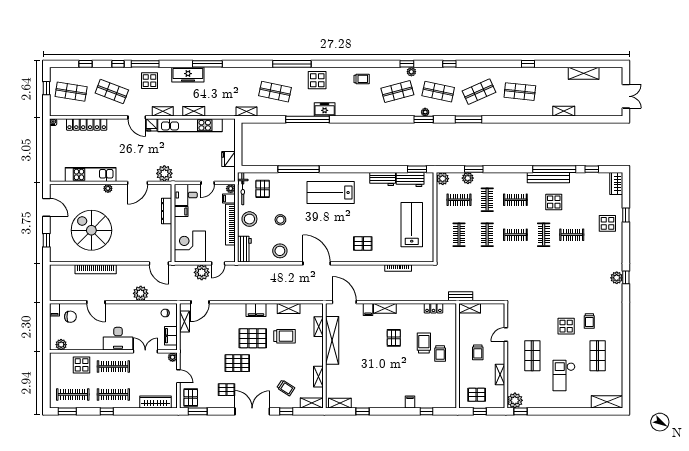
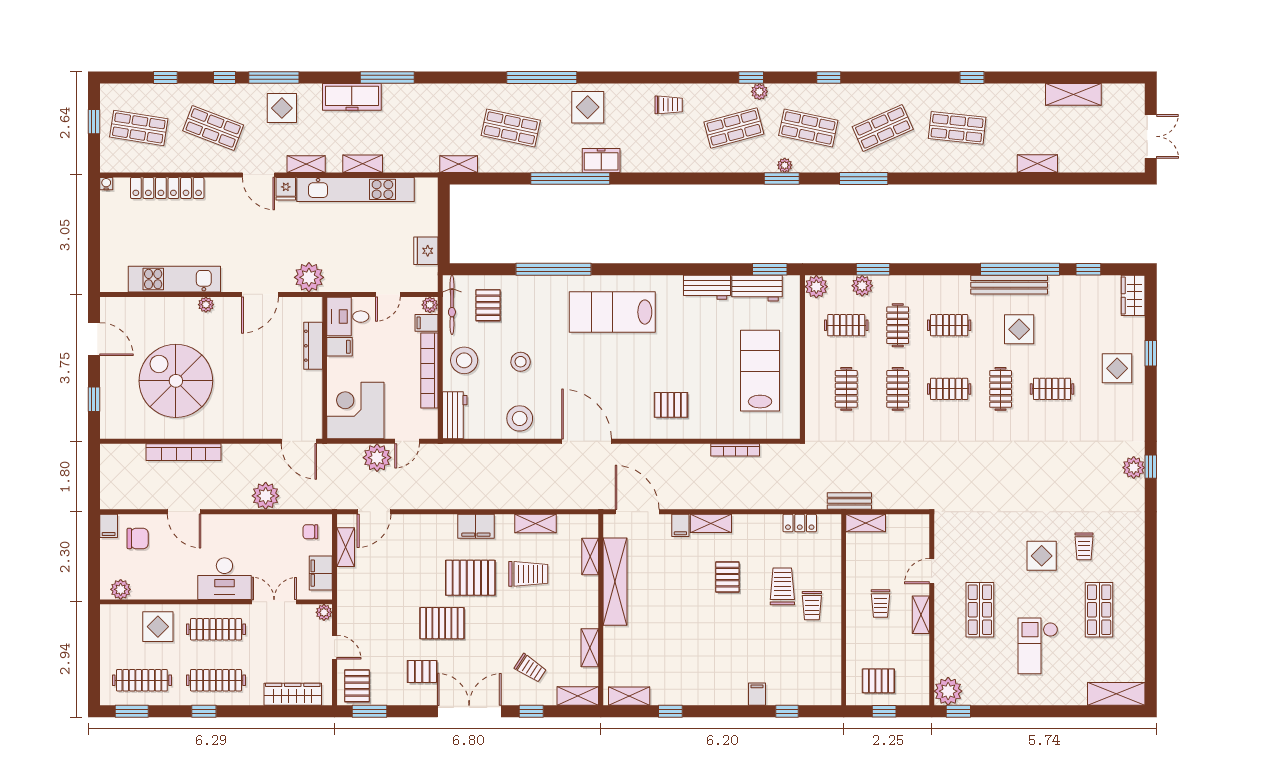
shelving: (500, 374) -> (921, 615), moved

